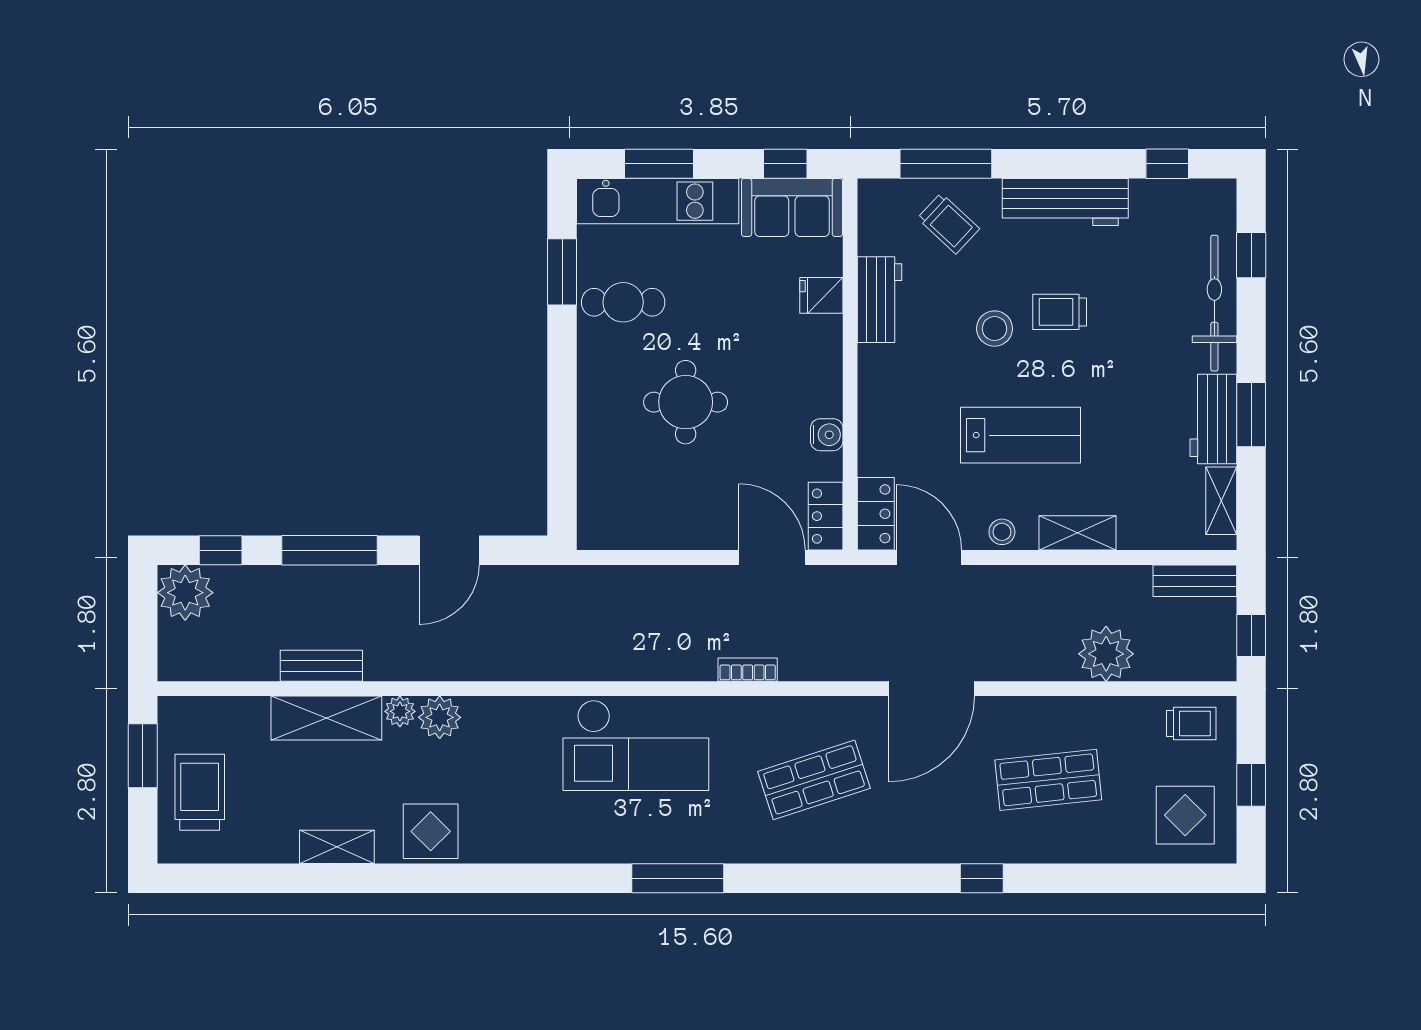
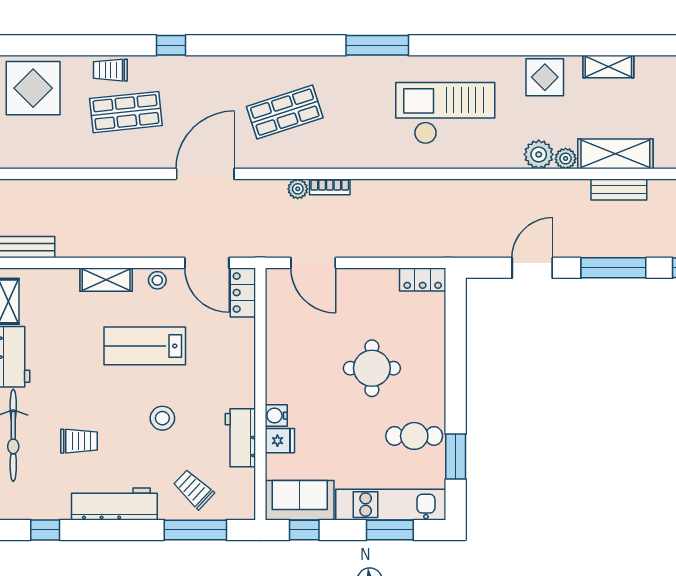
trolley: (1060, 312) -> (79, 441), moved
water cooler: (827, 435) -> (276, 416), moved
locker: (826, 516) -> (423, 280), moved, turned 90
plant: (1106, 654) -> (298, 189), moved, width x0.53, depth x0.53
trolley: (1191, 723) -> (110, 70), moved
checkout: (636, 745) -> (445, 113), moved
display table: (1185, 815) -> (33, 88), width x1.36, depth x1.36

